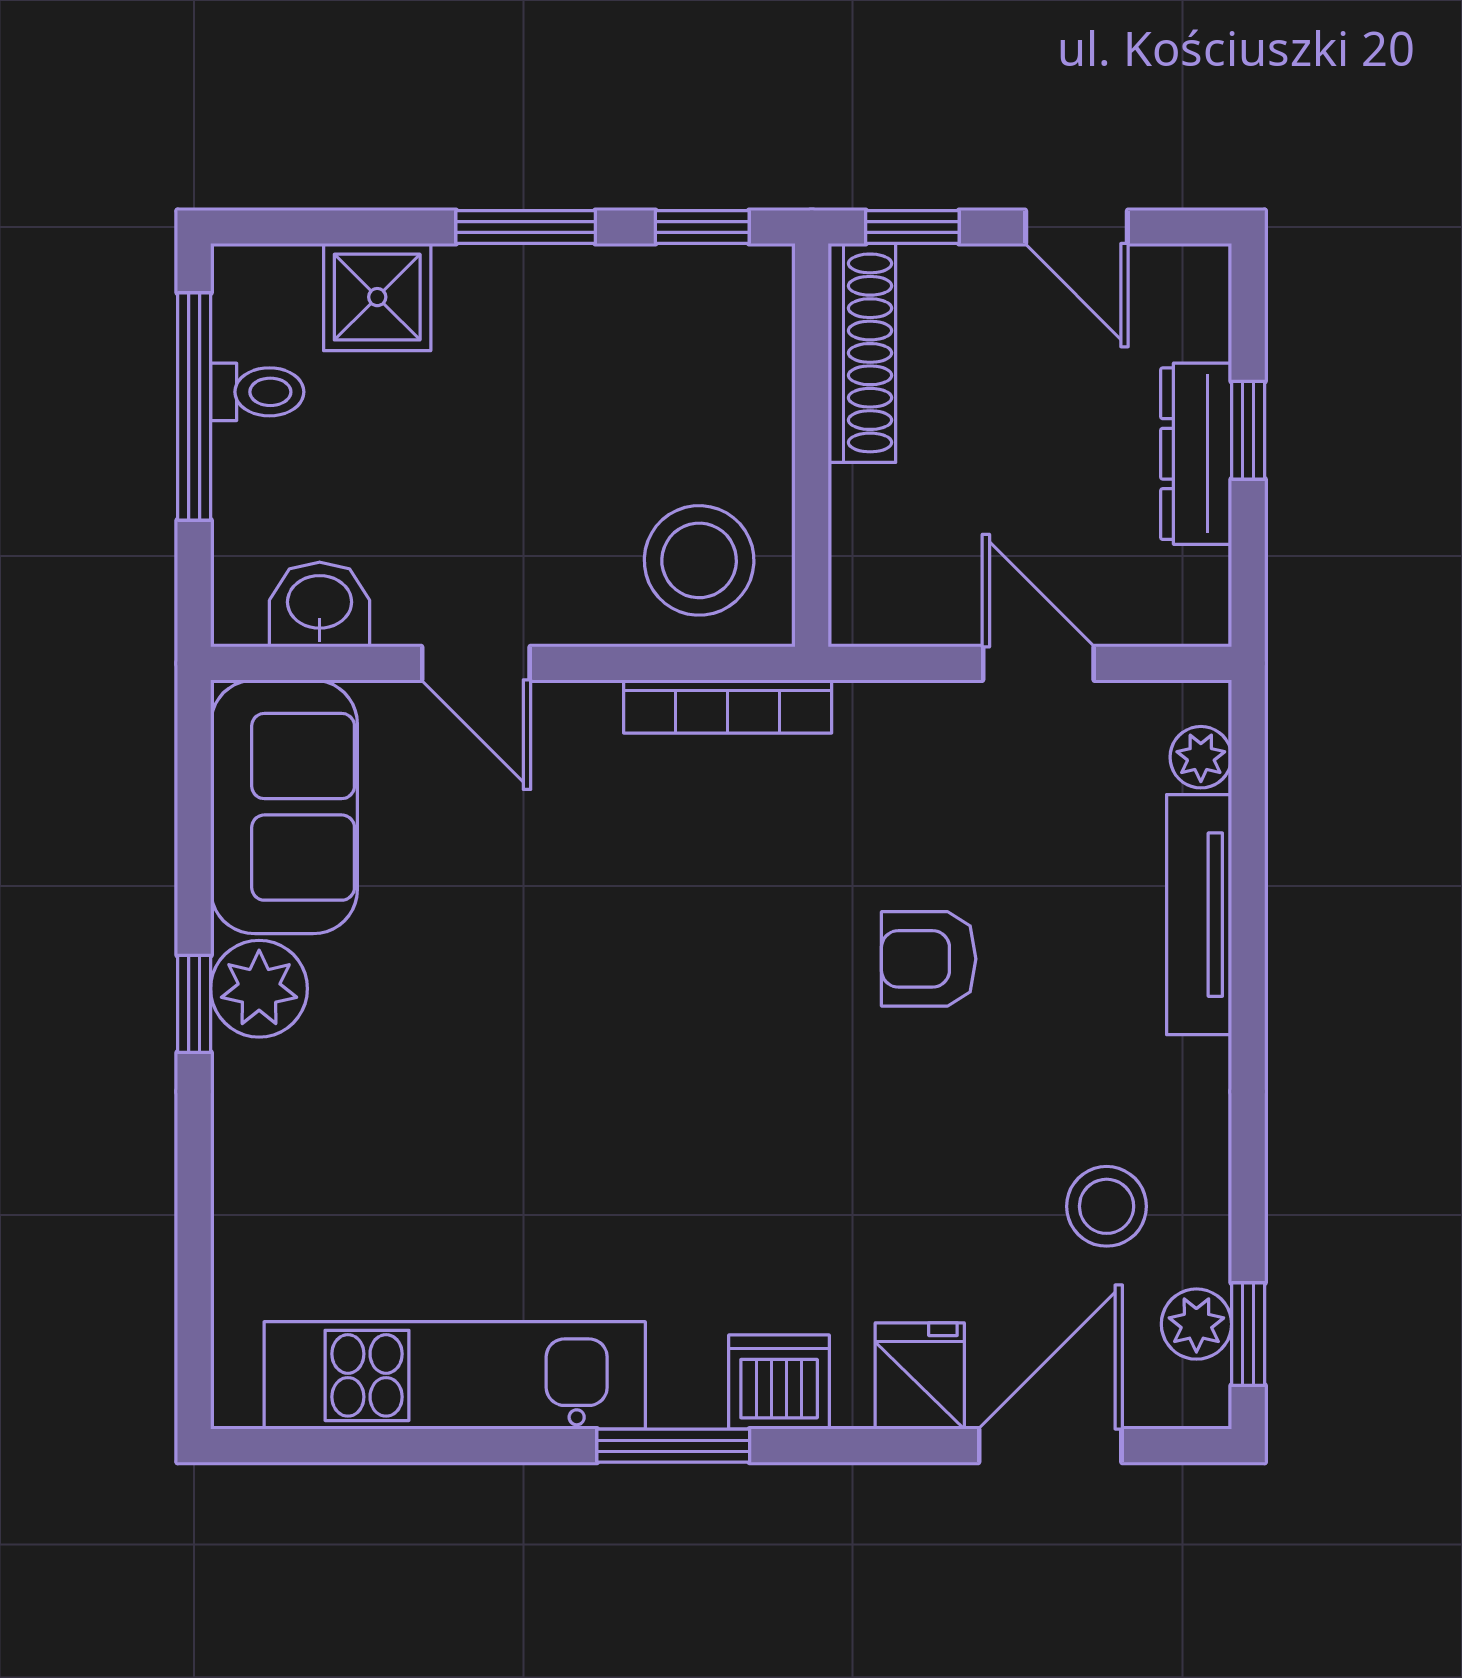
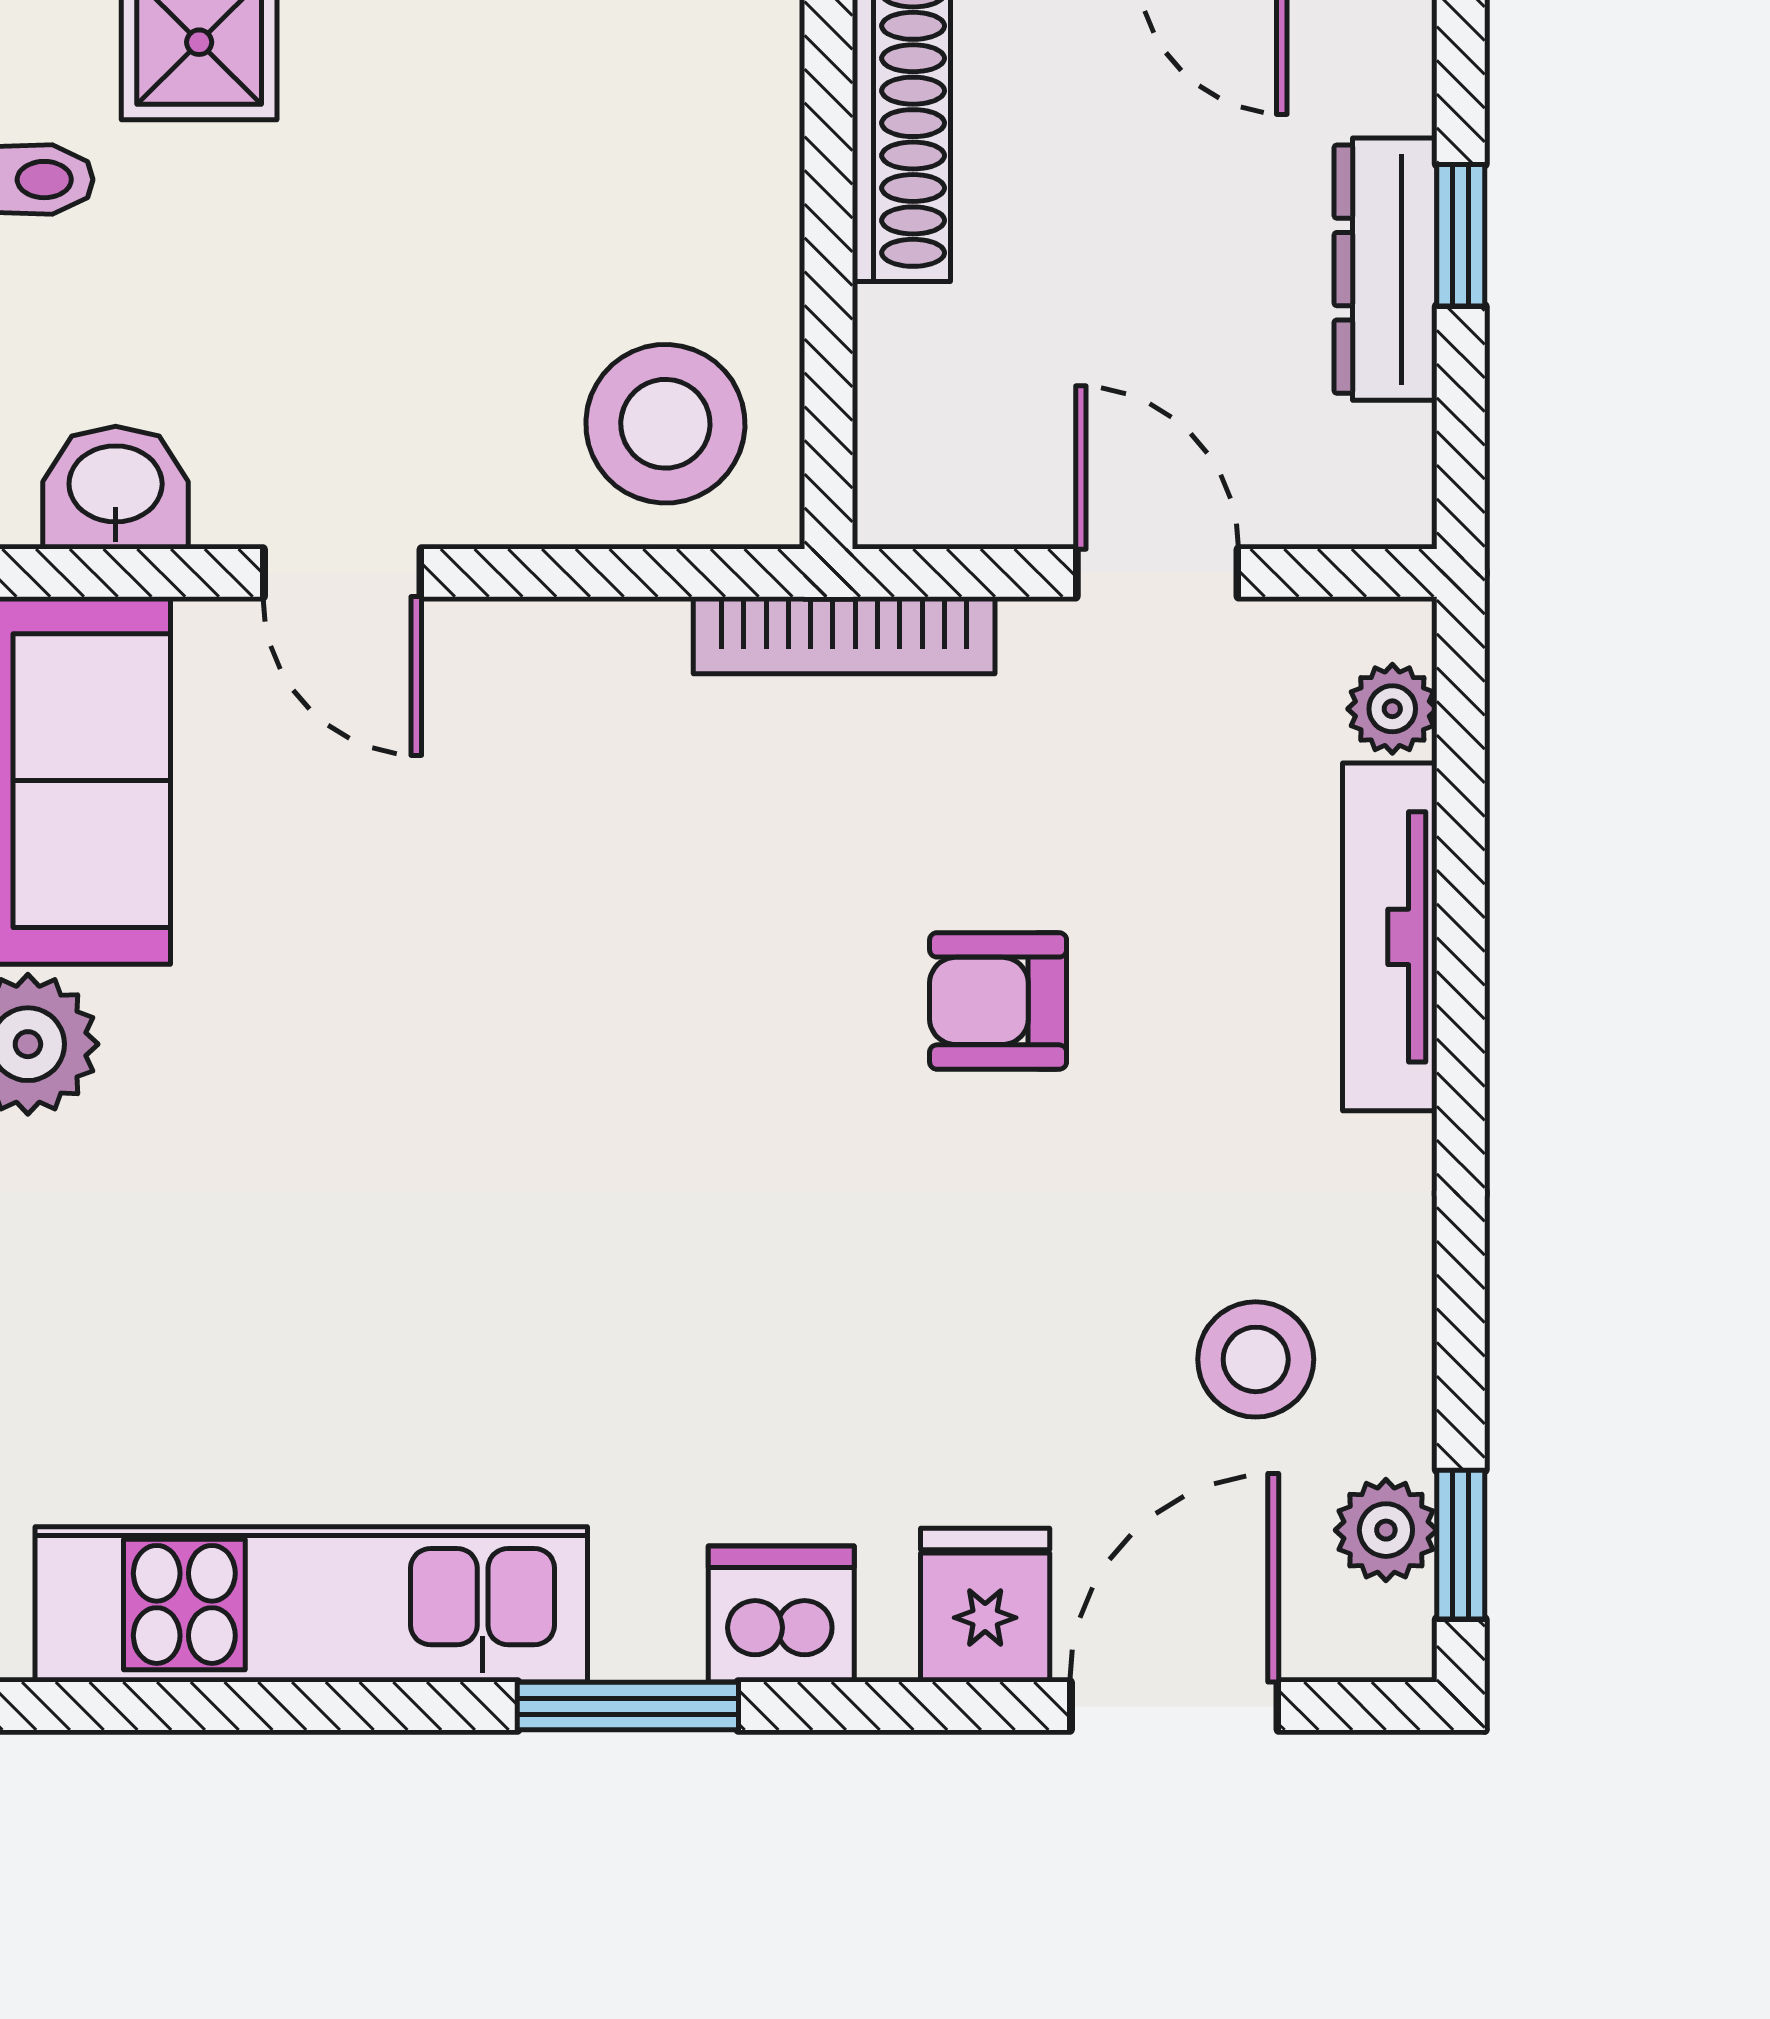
bookcase: (728, 706) -> (844, 635), moved

